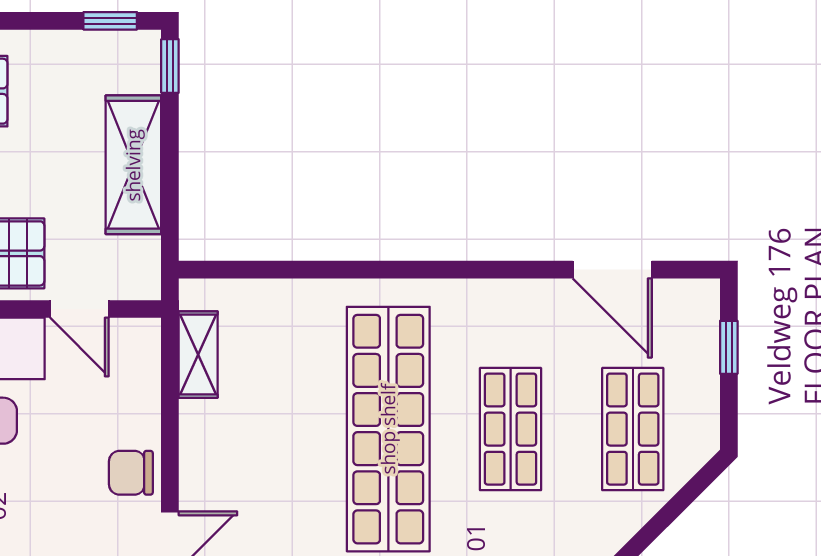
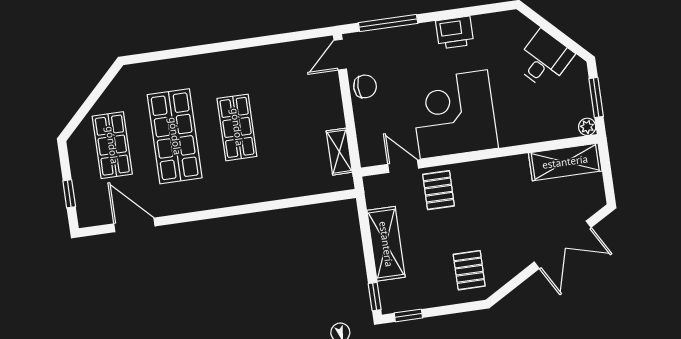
shop shelf: (388, 429) -> (237, 127), width x0.50, depth x0.74
shop shelf: (511, 429) -> (175, 136), width x1.43, depth x1.36

